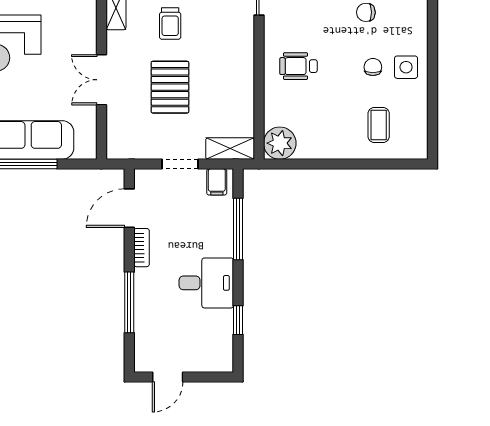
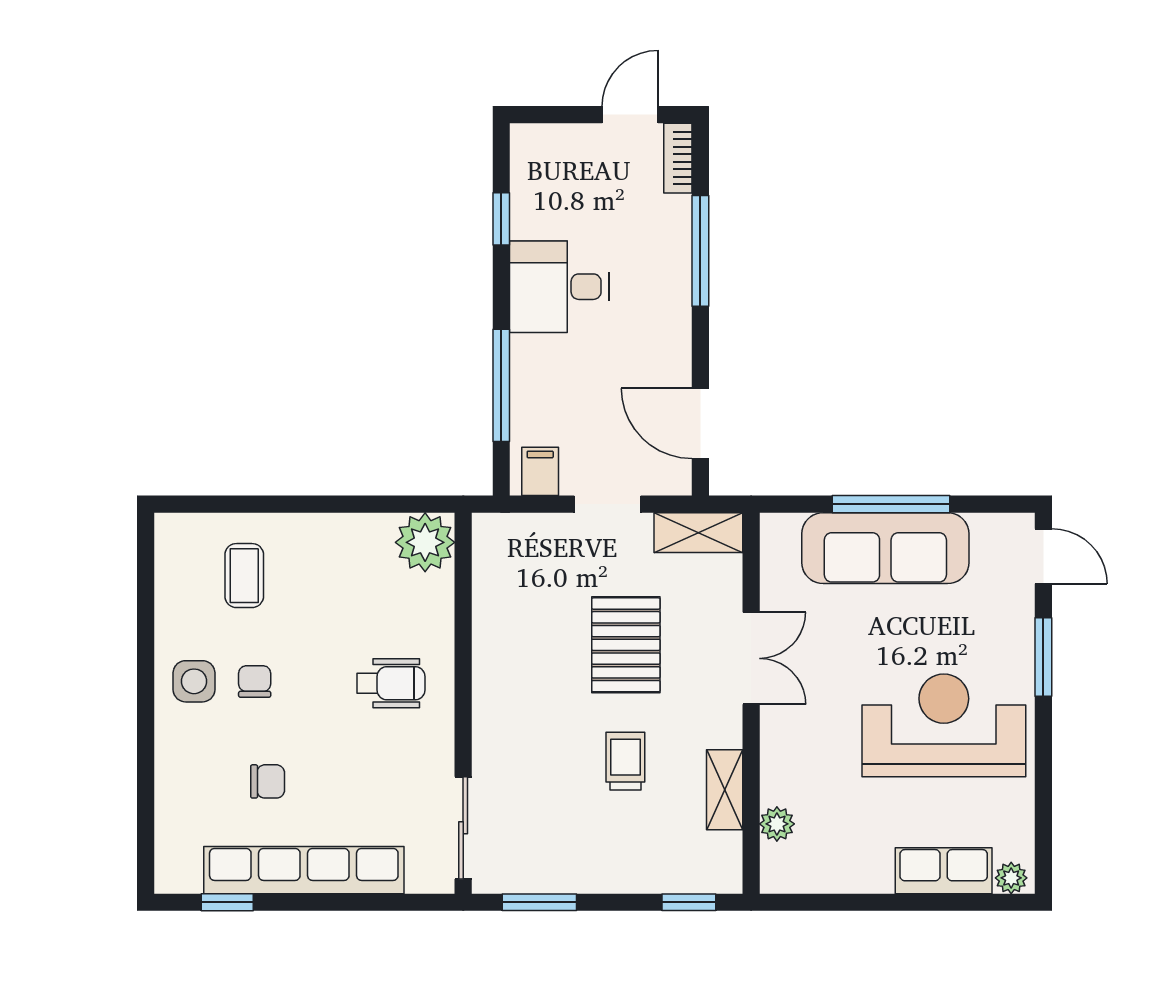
chair: (373, 67) -> (255, 682), turned 180
shelving: (230, 148) -> (698, 533), moved
door: (129, 208) -> (700, 423), swing flipped
bookcase: (142, 248) -> (678, 158), moved

